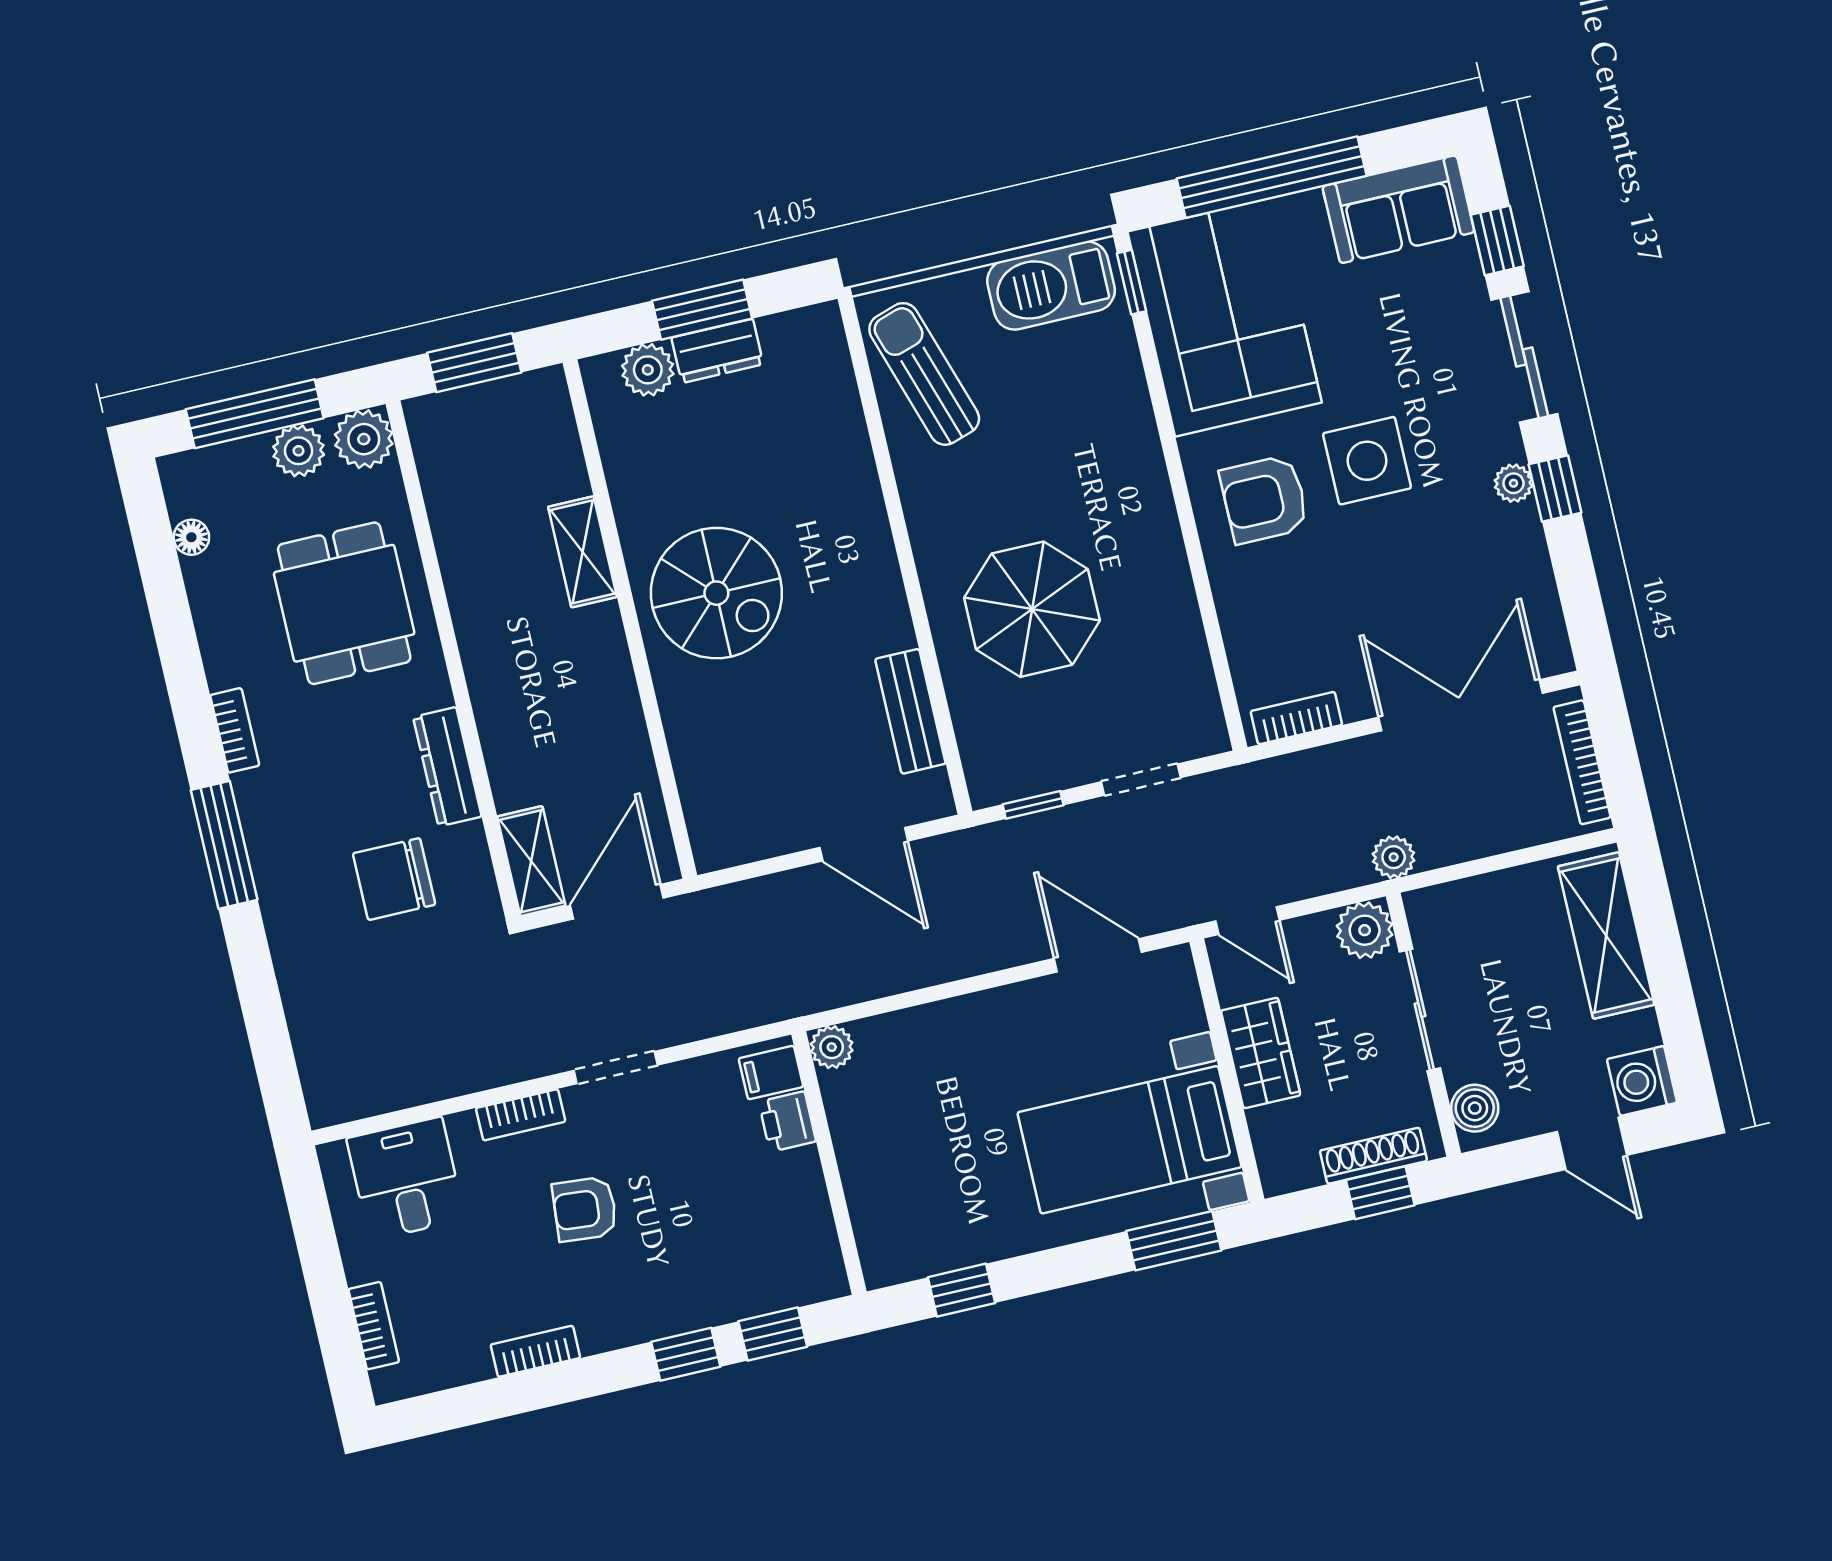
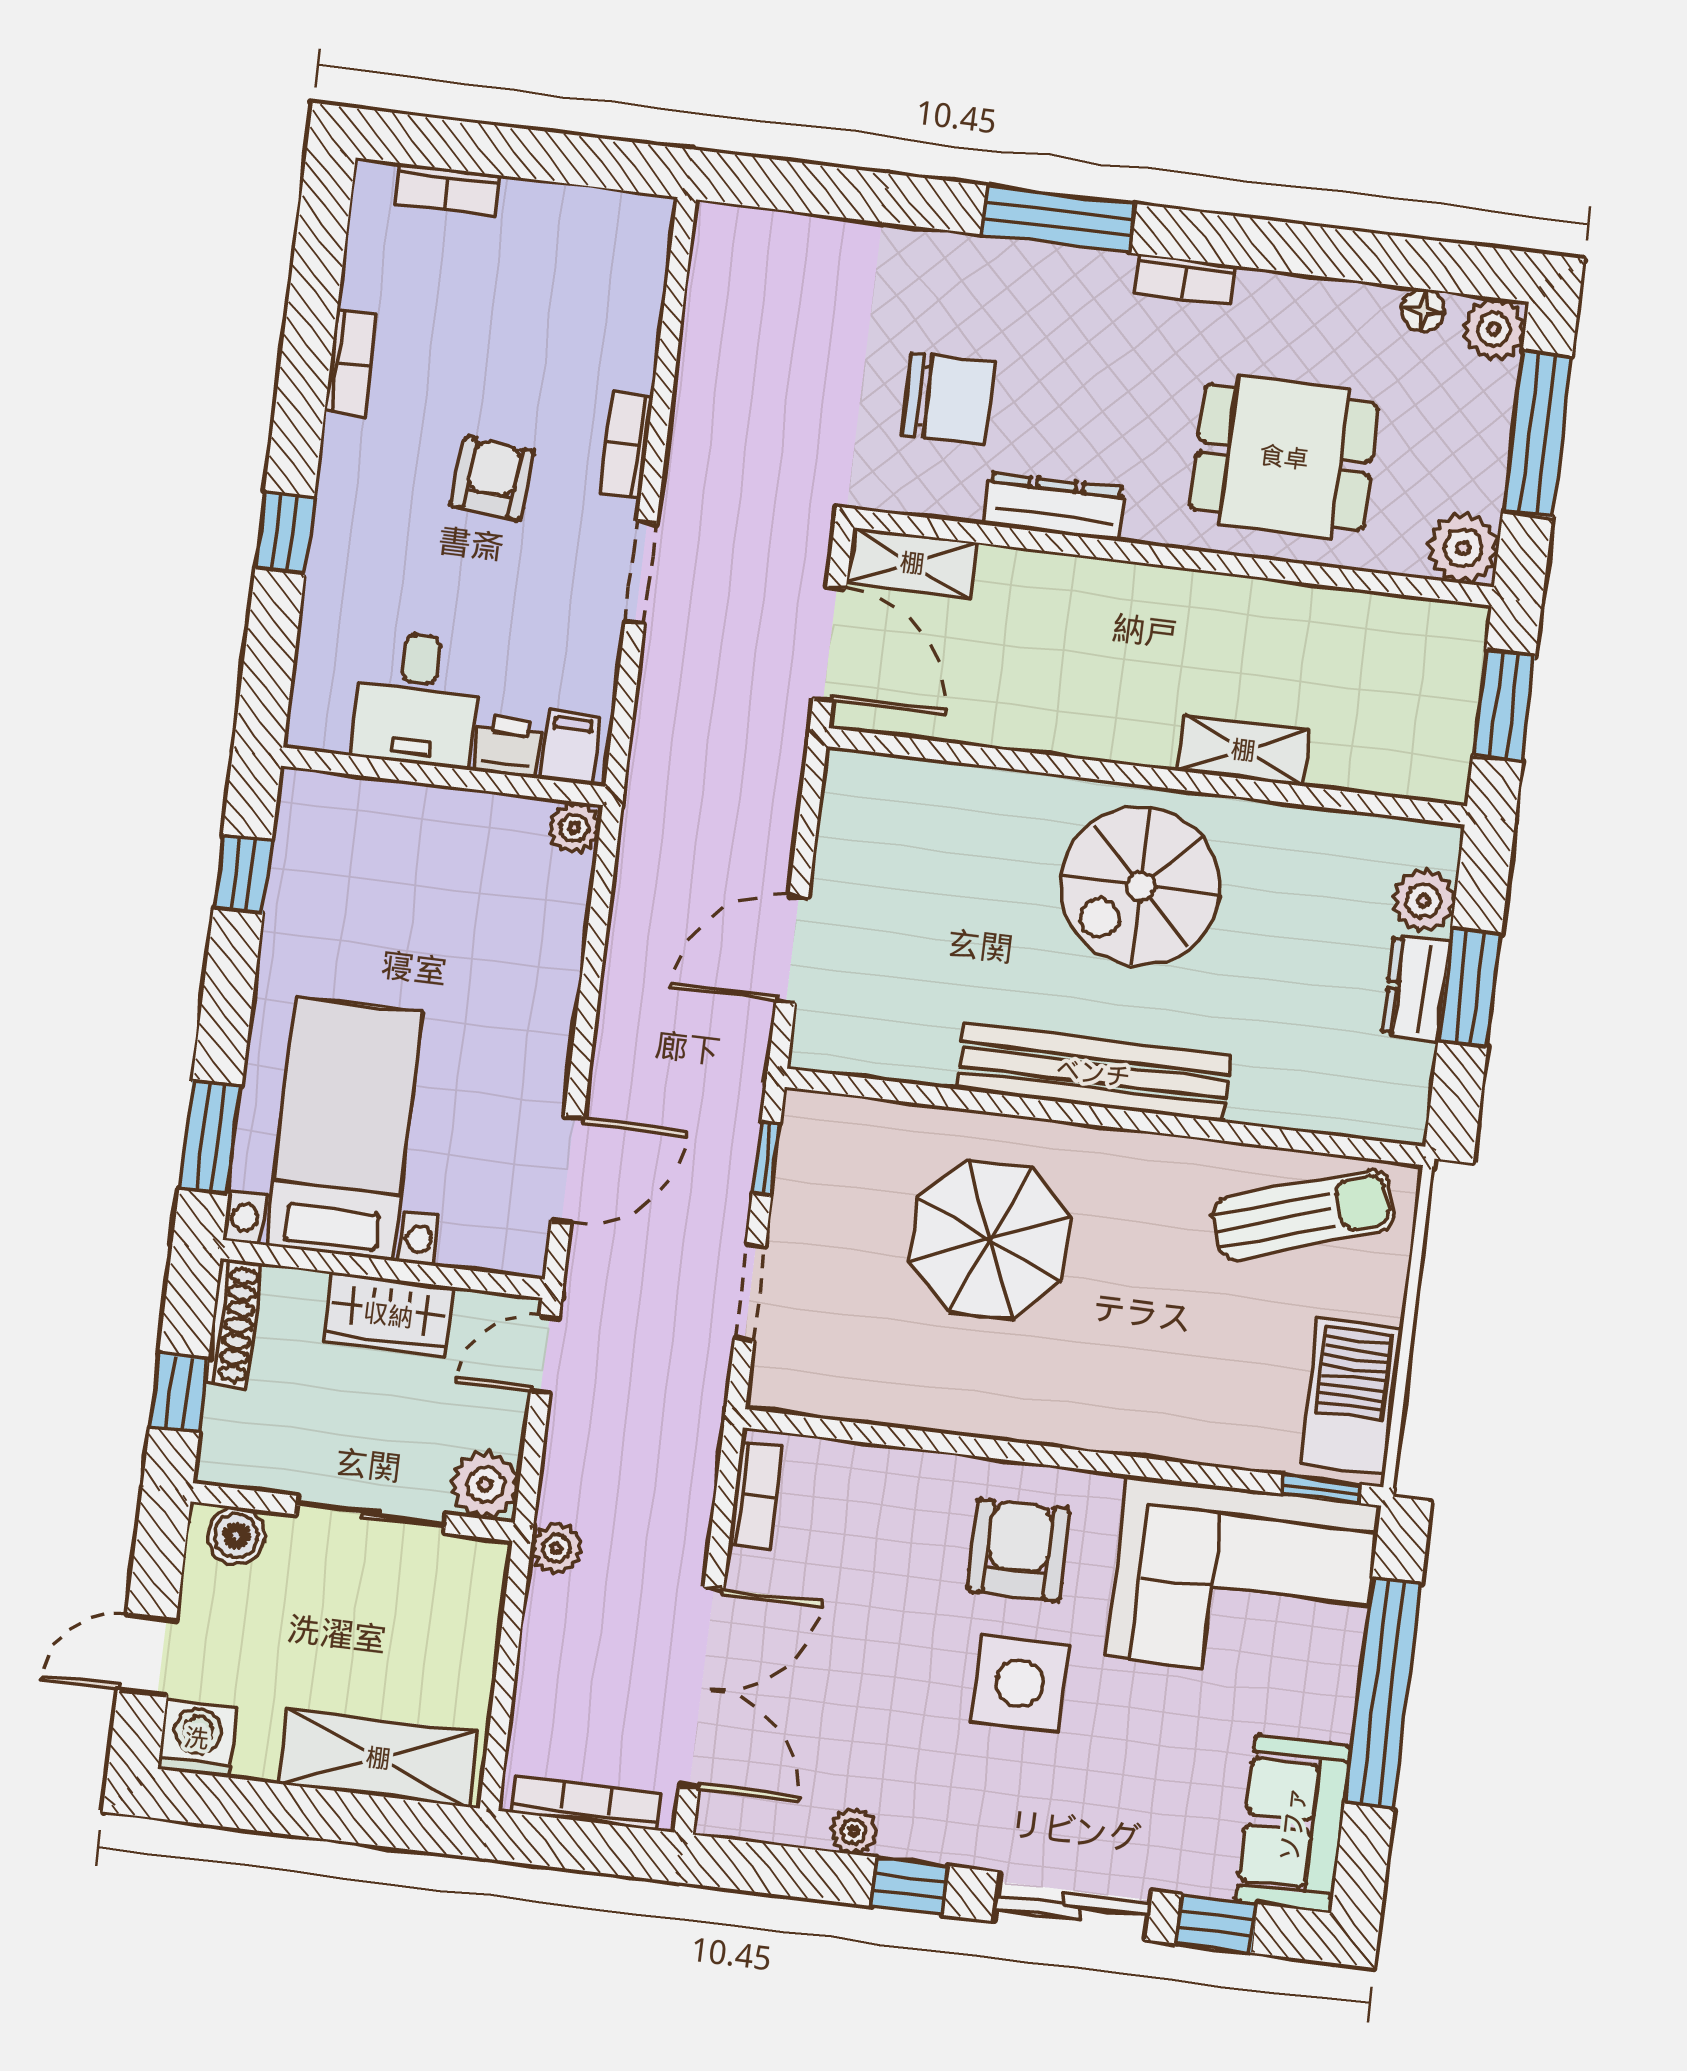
plant: (299, 451) -> (1494, 329), moved
plant: (1513, 483) -> (854, 1831), moved
bench: (910, 711) -> (1093, 1073), moved, width x1.86, depth x1.21
chair: (394, 879) -> (949, 399), turned 90
shoe rack: (1373, 1156) -> (233, 1324), moved
desk: (406, 1179) -> (417, 699), moved, turned 90
window: (773, 1334) -> (271, 641), removed

